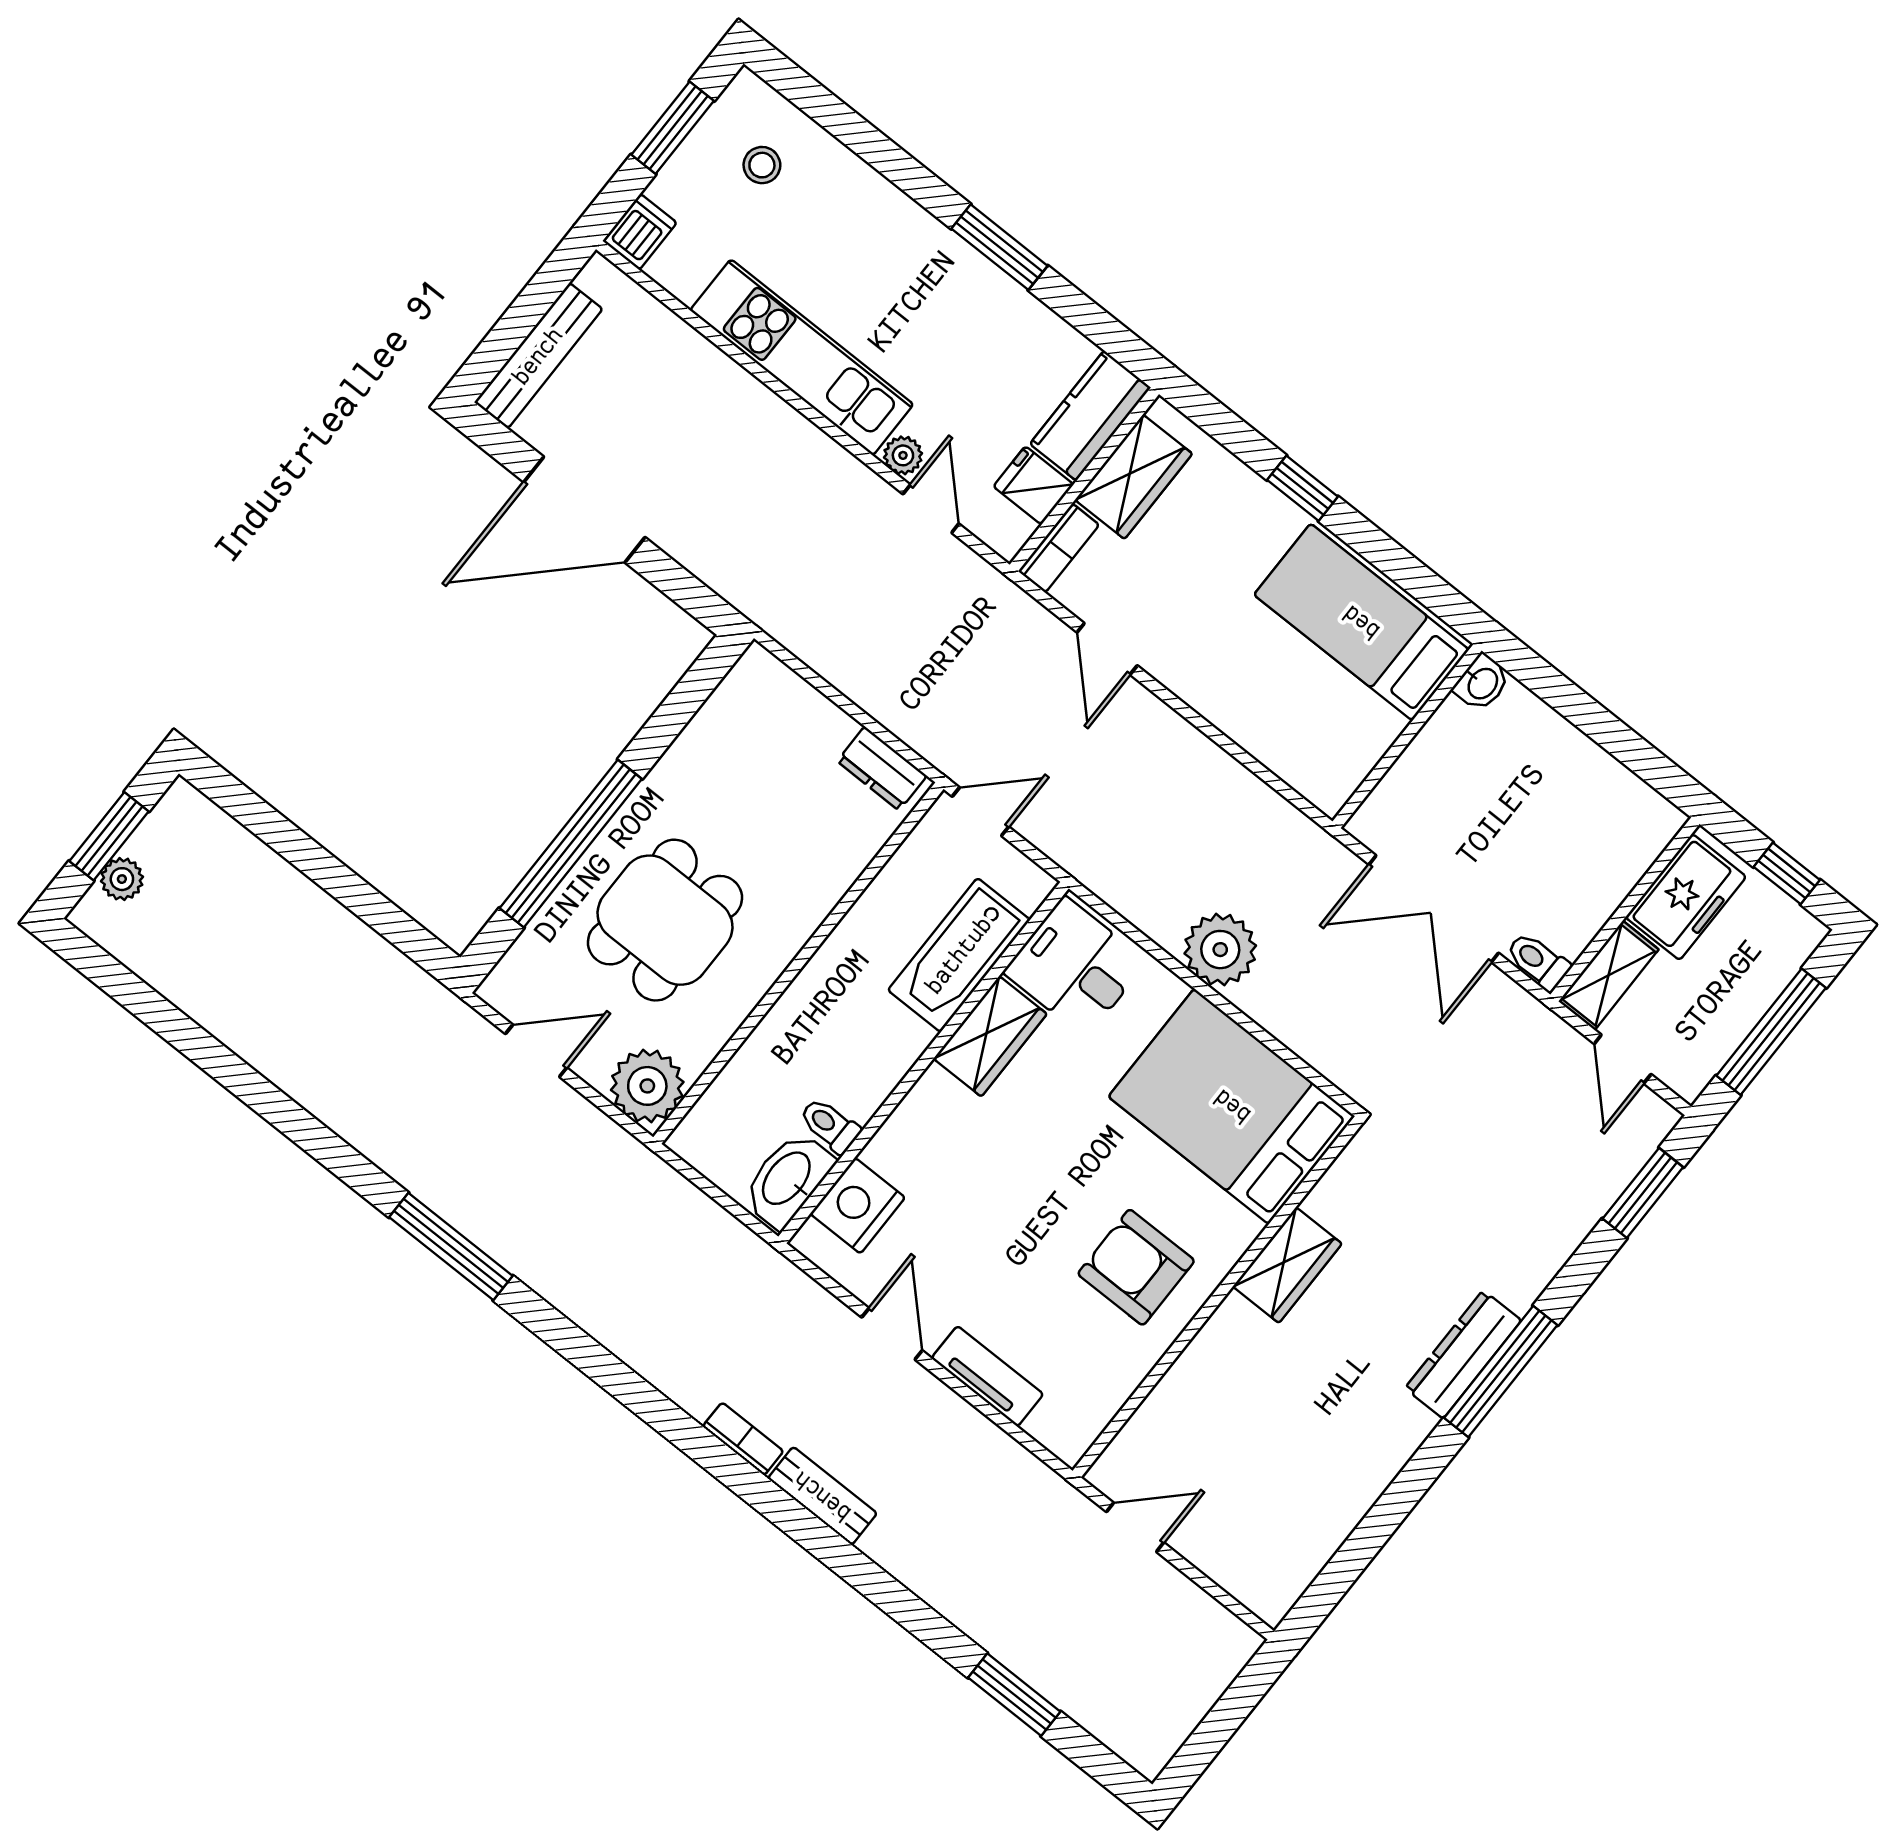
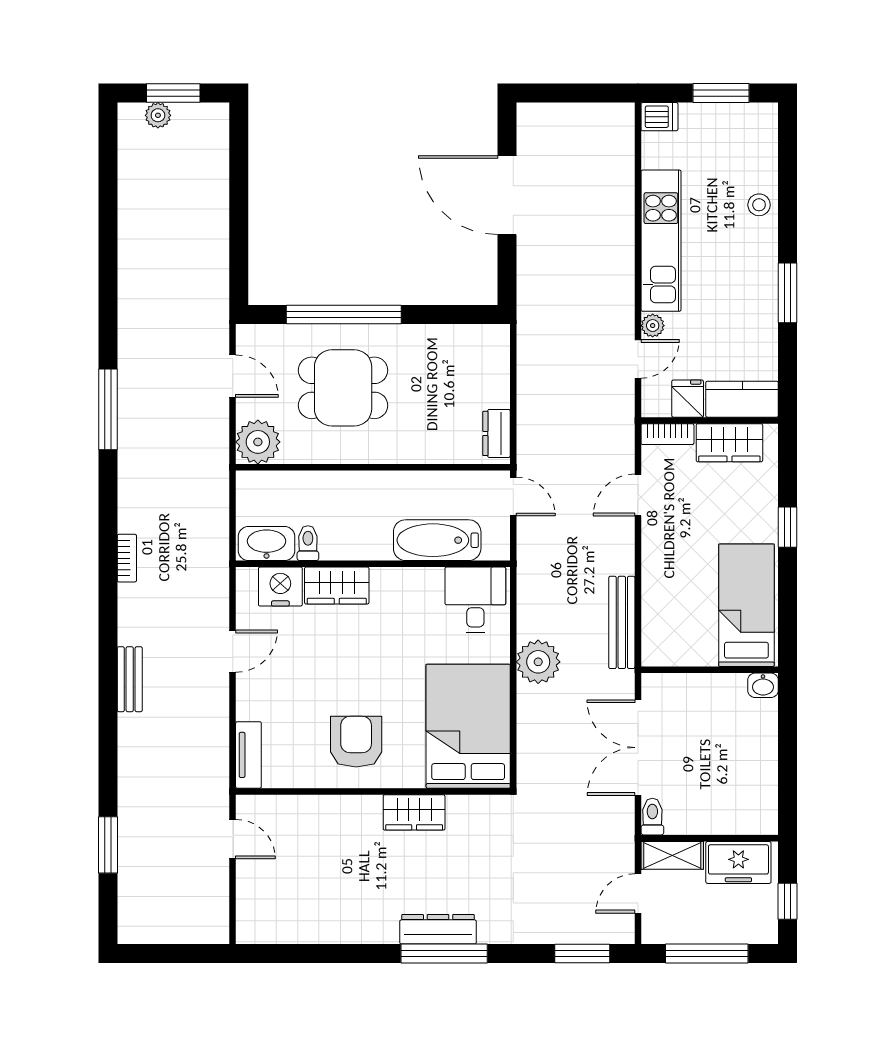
stool: (762, 165) -> (759, 205), moved
bench: (538, 356) -> (622, 622), moved, turned 90
wardrobe: (990, 1036) -> (337, 586), moved
tv unit: (987, 1376) -> (248, 755), moved
bookcase: (743, 1439) -> (127, 558), moved

